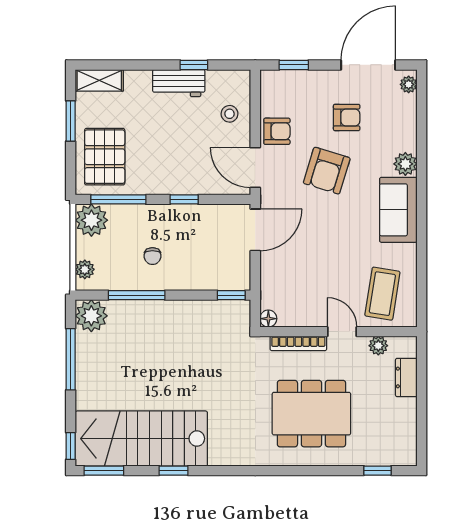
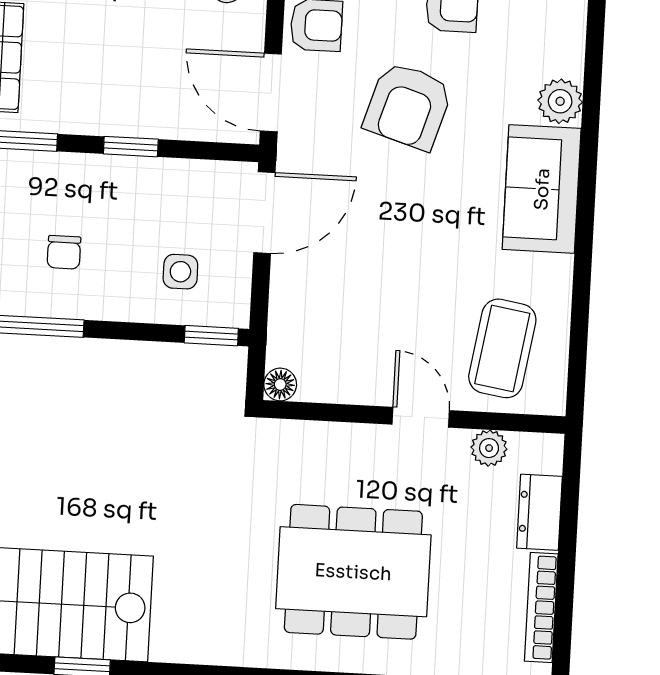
side table: (213, 263) -> (180, 272), added
bookcase: (298, 343) -> (541, 607), moved, turned 90

